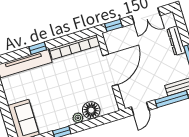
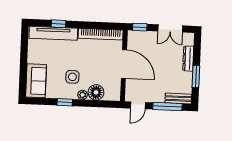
window: (38, 48) -> (59, 24), moved
door: (110, 70) -> (124, 64), hinge flipped
side table: (61, 103) -> (72, 77), added

